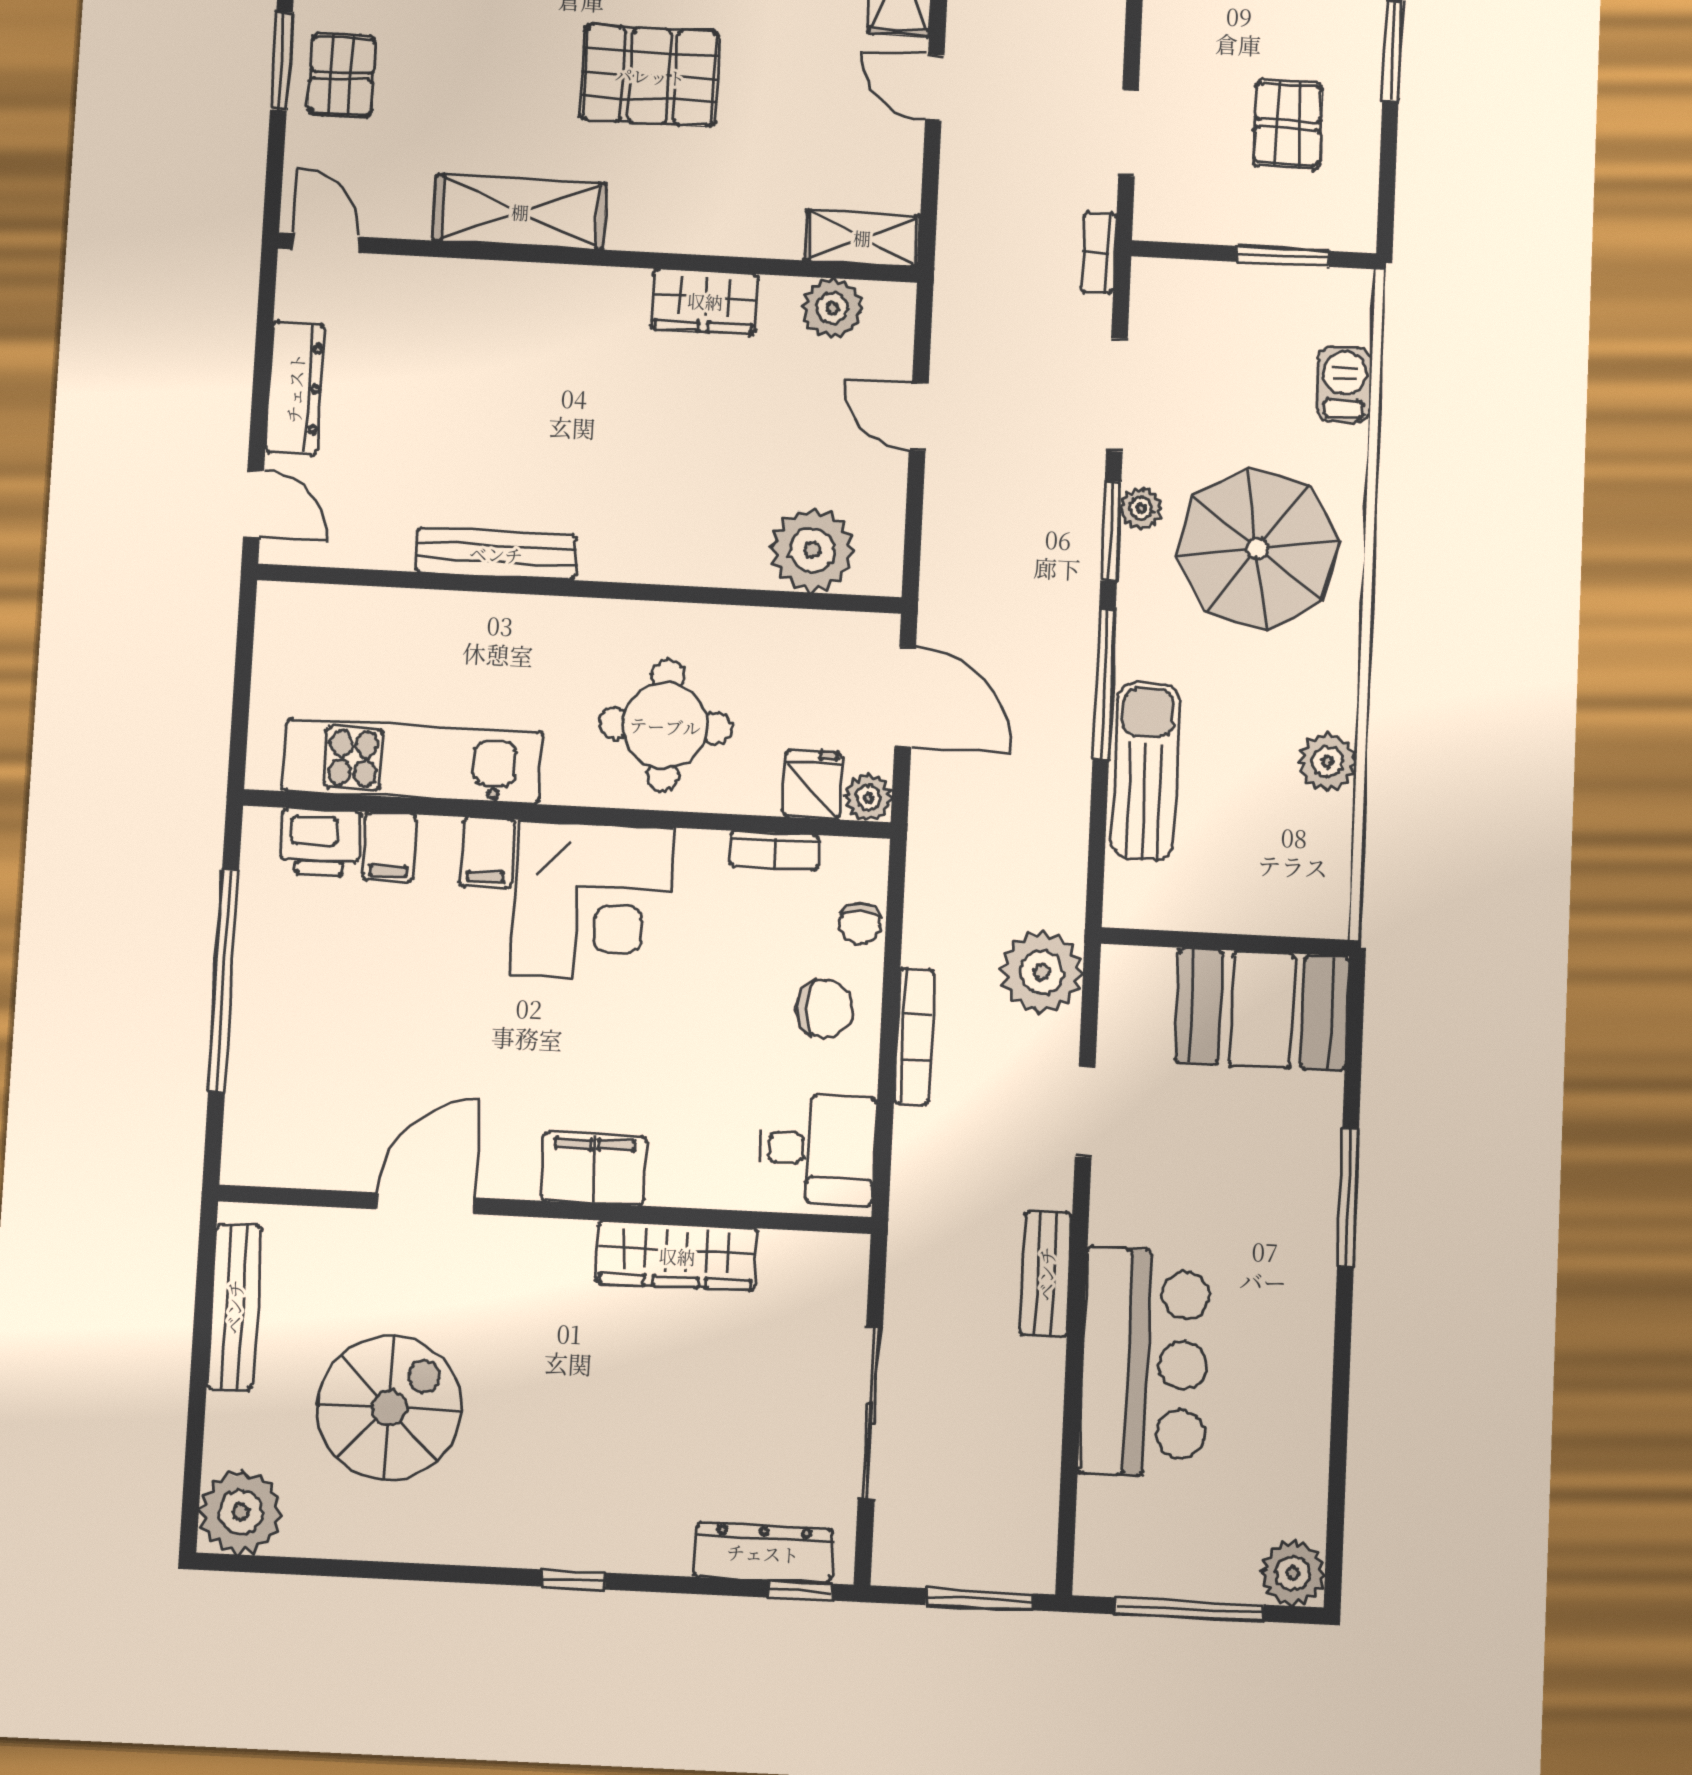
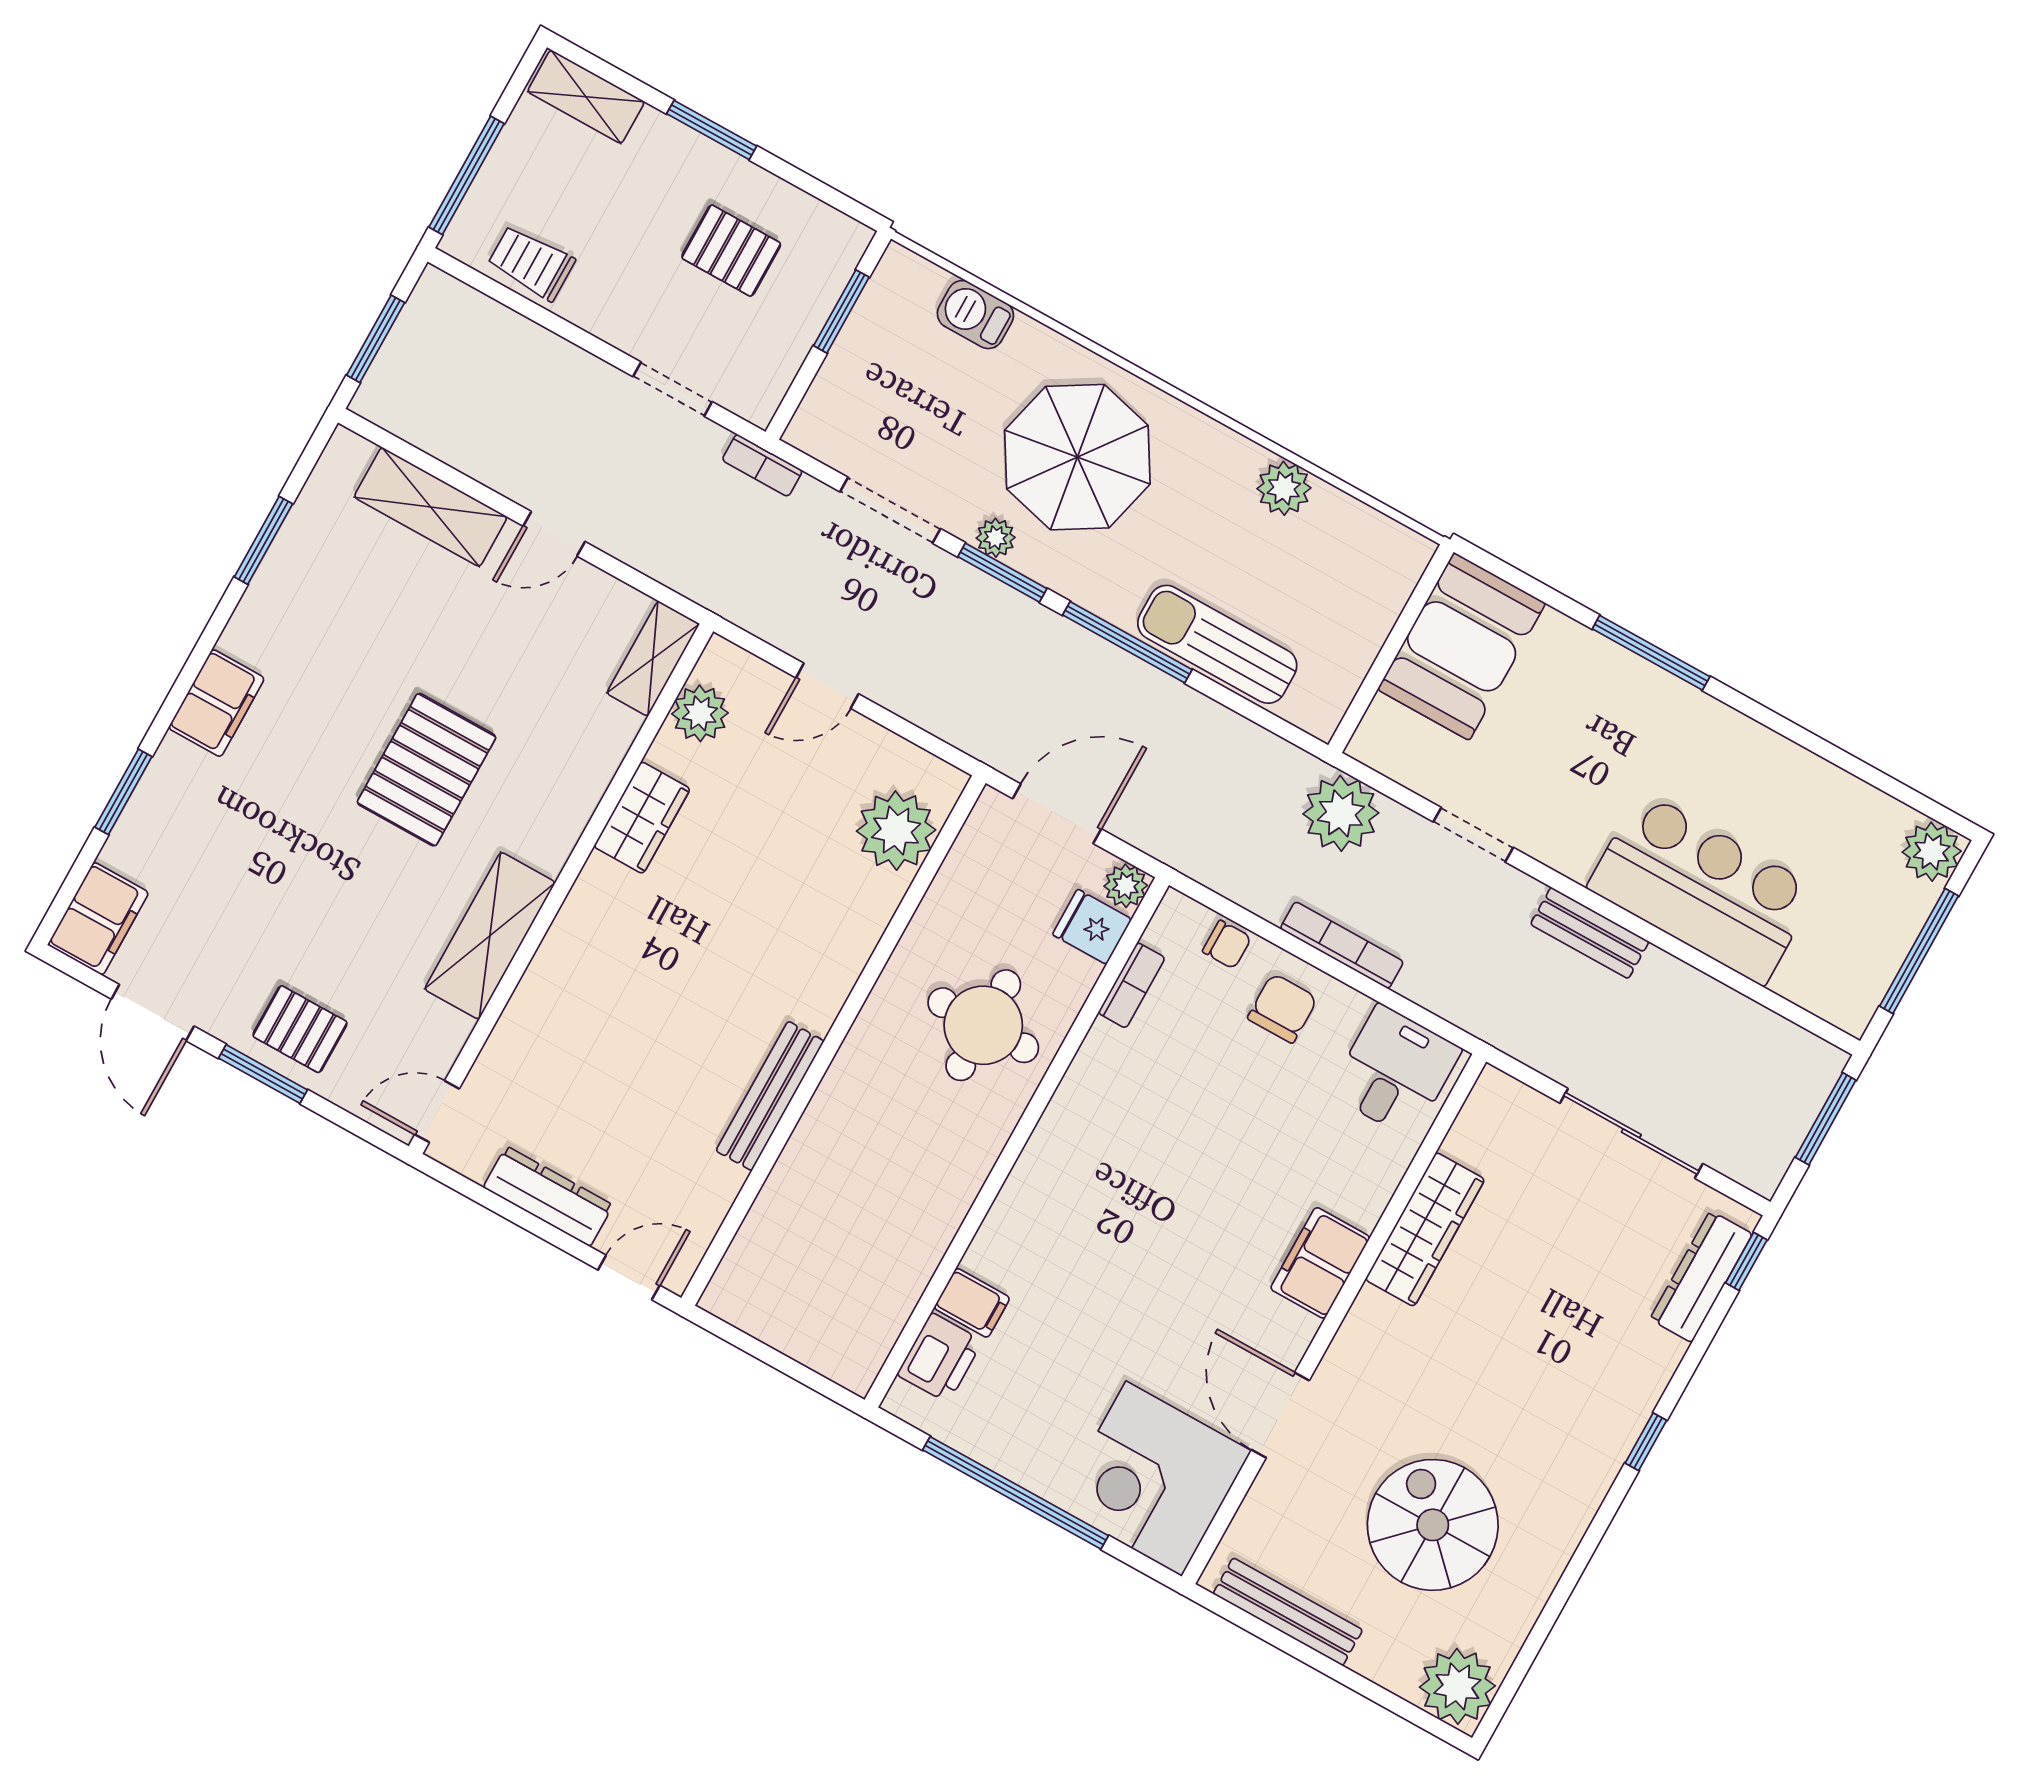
kitchen unit: (412, 761) -> (910, 1250), removed
filing cabinet: (487, 853) -> (1016, 1224), removed
corner desk: (593, 902) -> (1154, 1479), moved, turned 180

